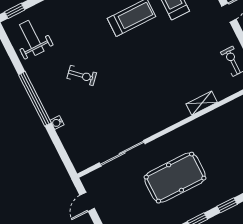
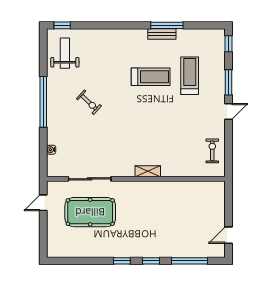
shelving: (202, 103) -> (148, 171), moved
water cooler: (57, 123) -> (51, 150), moved
pool table: (175, 178) -> (90, 212), moved

